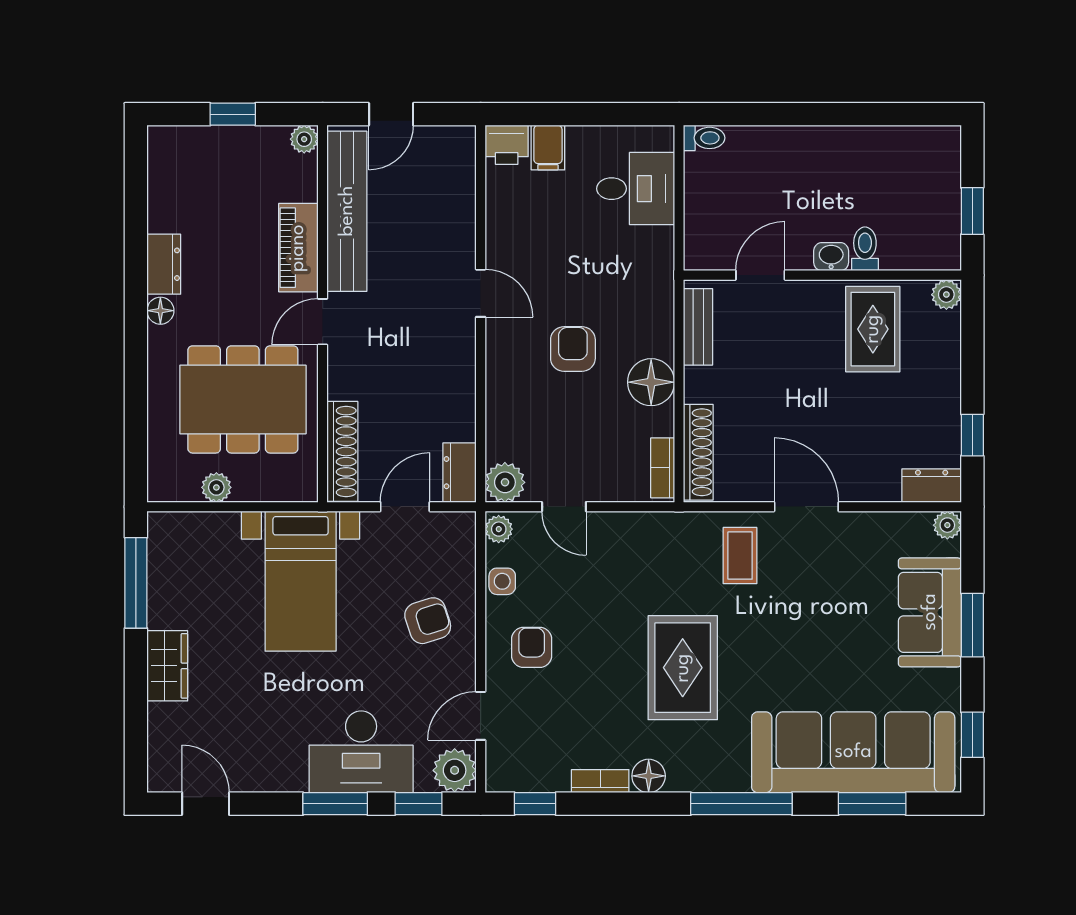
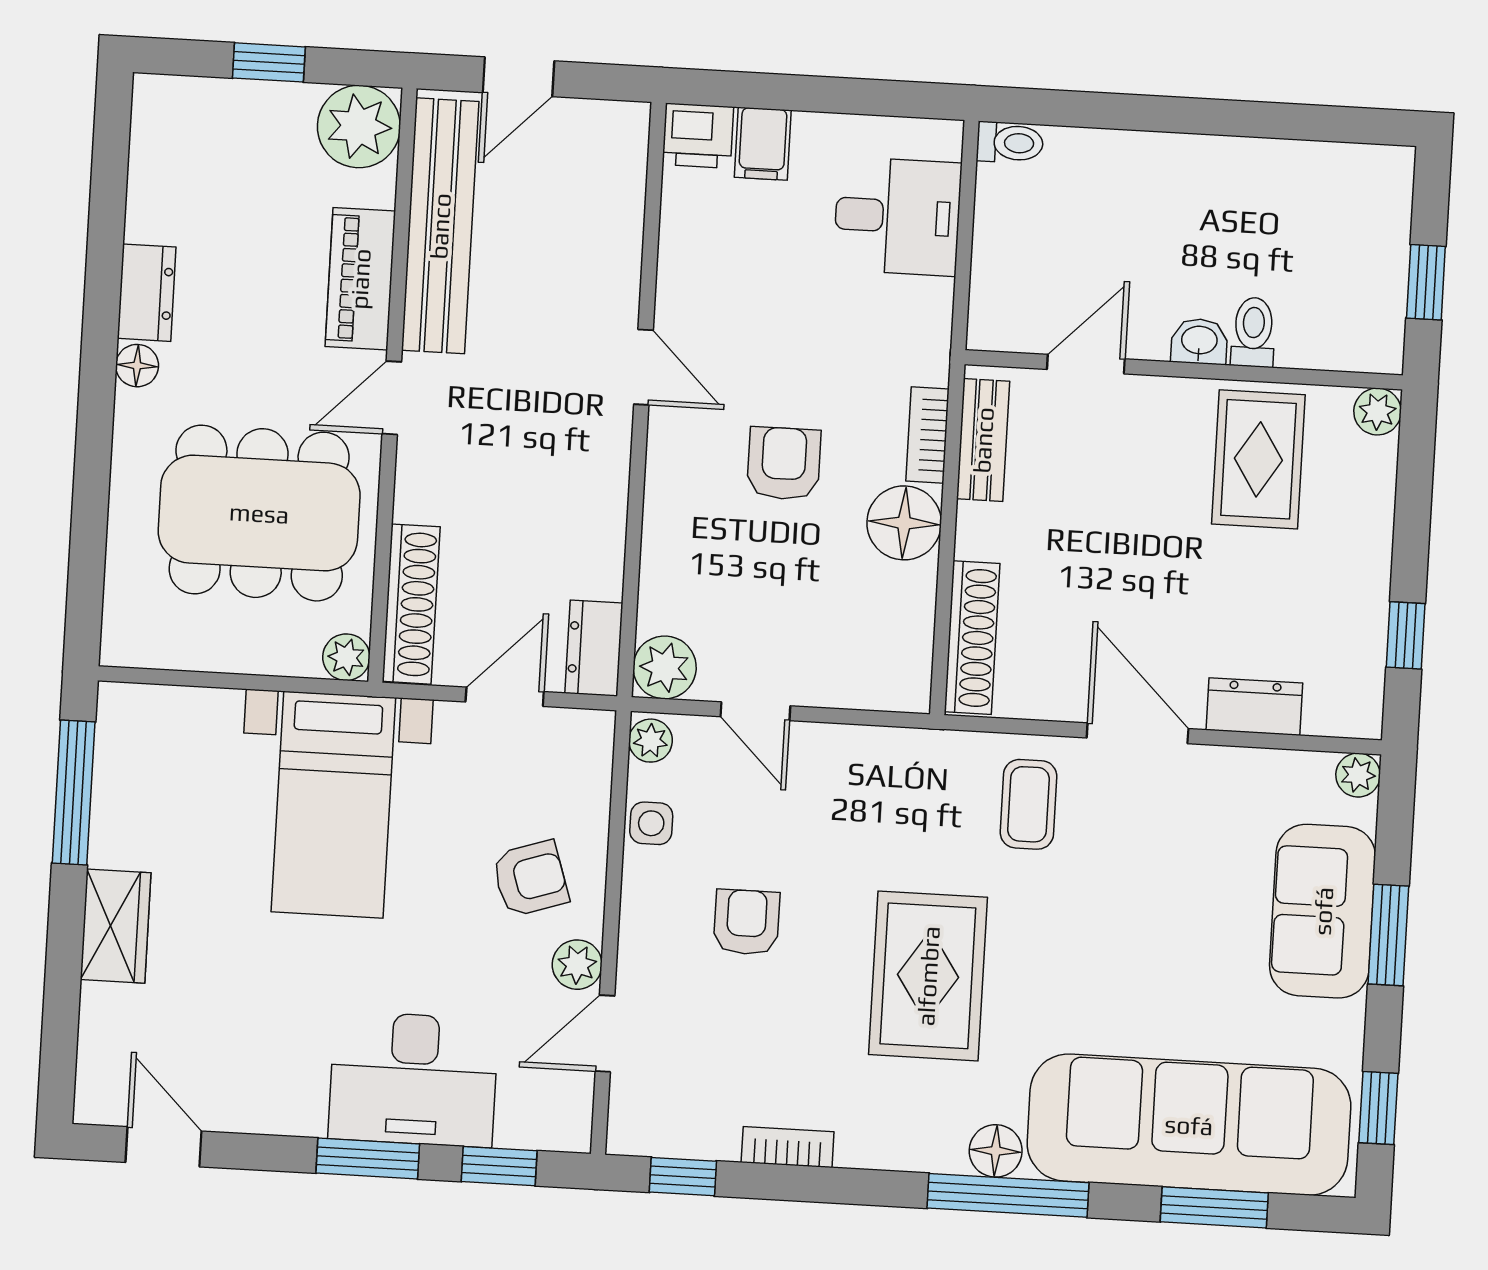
plant: (304, 139) -> (359, 127), width x1.88, depth x1.88
bookcase: (663, 468) -> (927, 435), moved
dresser: (932, 486) -> (1254, 707), moved
plant: (216, 487) -> (346, 657), moved
armchair: (532, 647) -> (747, 922), moved
plant: (455, 770) -> (577, 965), moved, width x0.73, depth x0.73
floor lamp: (649, 776) -> (996, 1151), moved

